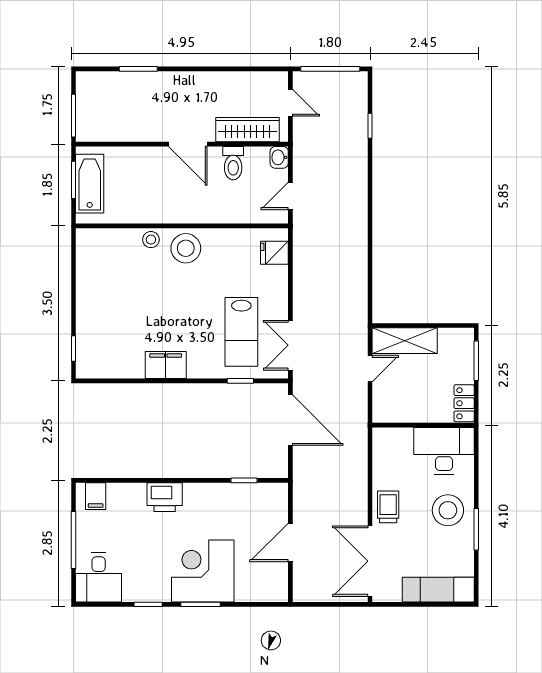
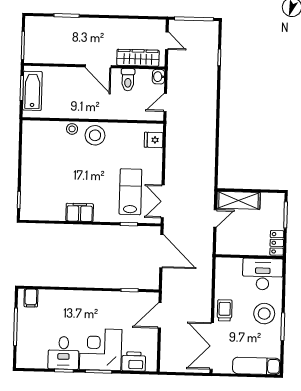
lab bench: (241, 332) -> (130, 192), turned 180
printer: (165, 497) -> (134, 361), moved, turned 180
door: (290, 542) -> (160, 315), moved
desk: (99, 577) -> (64, 353), moved

